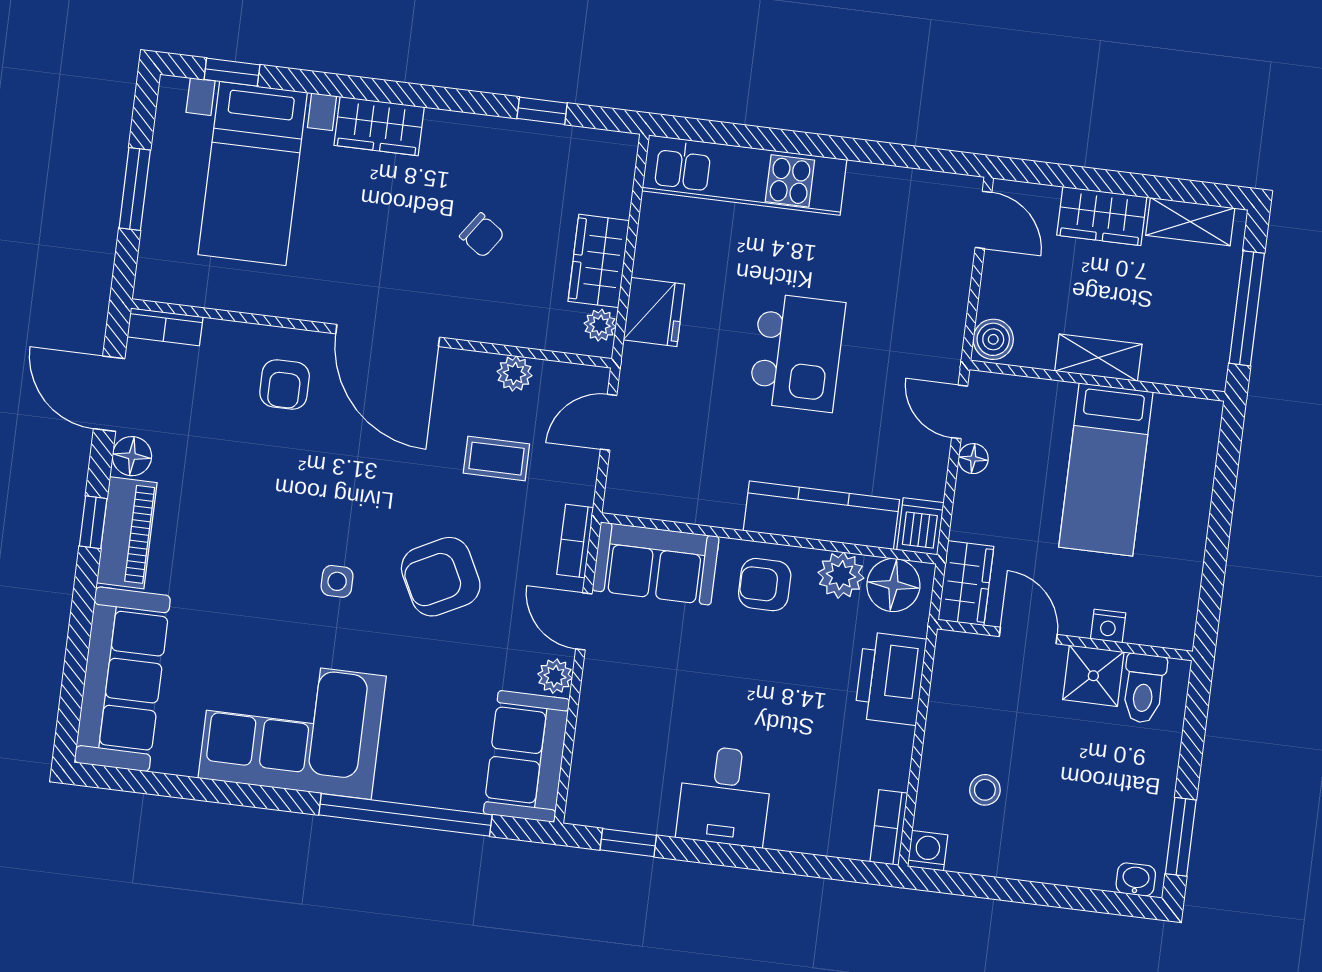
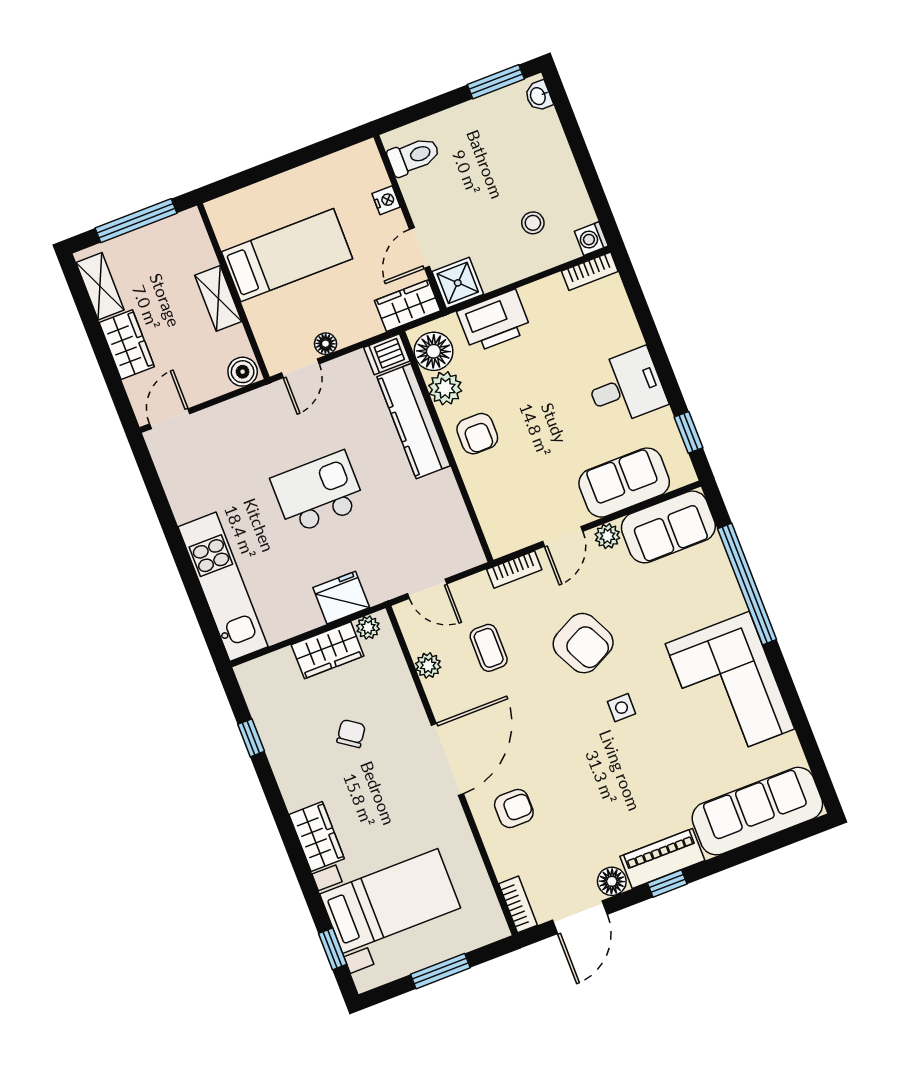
sofa: (656, 564) -> (624, 483), moved, turned -90
shower: (1093, 676) -> (458, 283), moved

